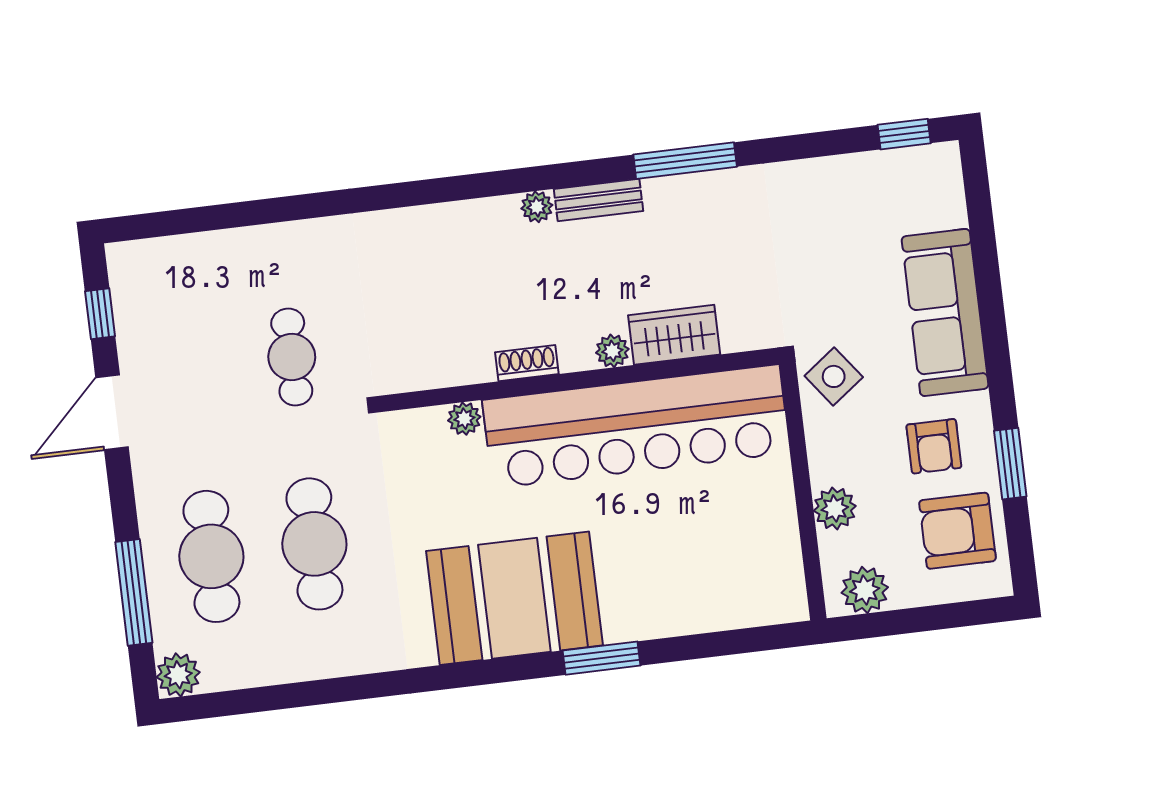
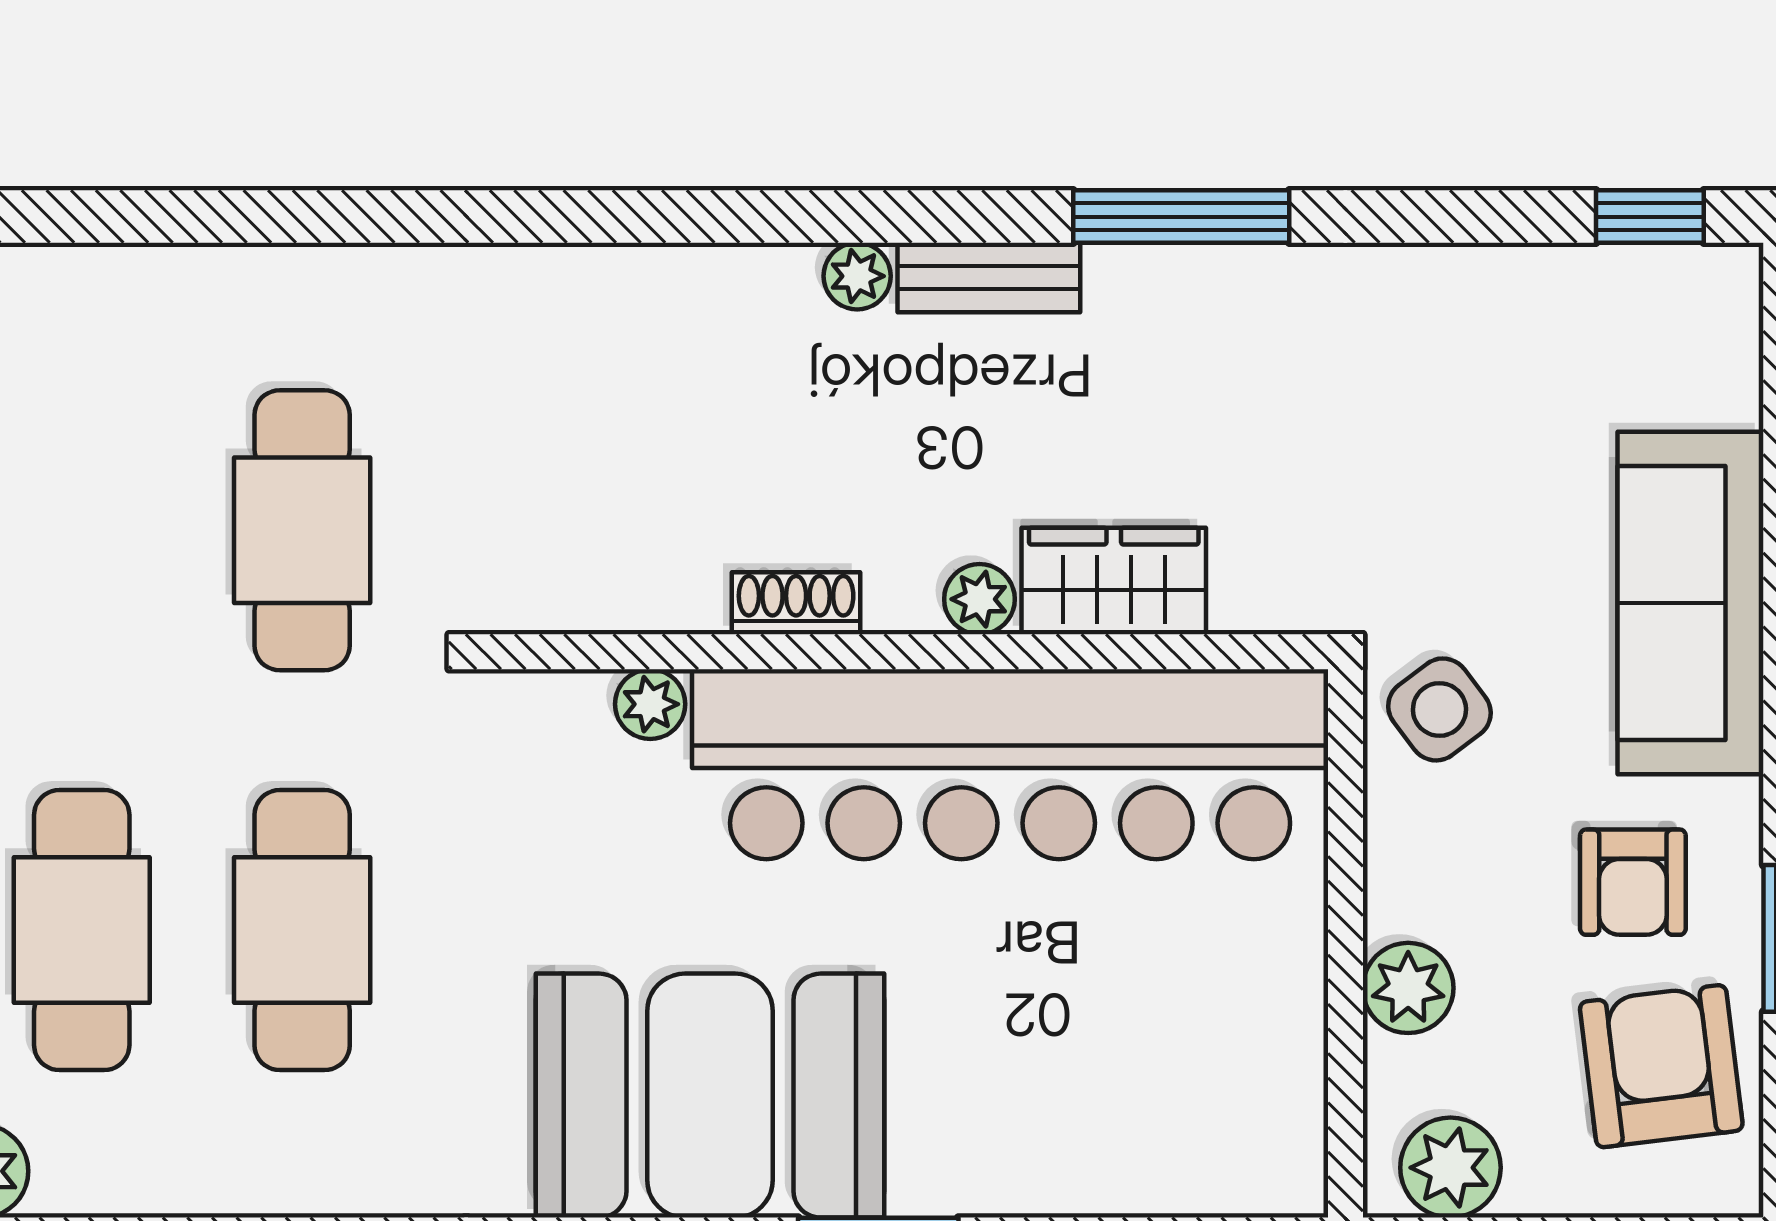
cafe table: (292, 357) -> (302, 530), width x1.37, depth x1.35
armchair: (958, 531) -> (1661, 1066), turned 83

